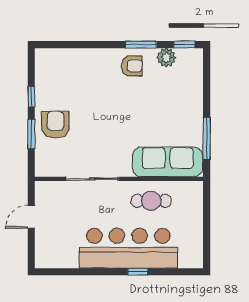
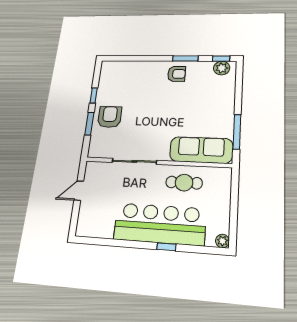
plant: (166, 58) -> (222, 68), moved
plant: (196, 261) -> (222, 241), added

